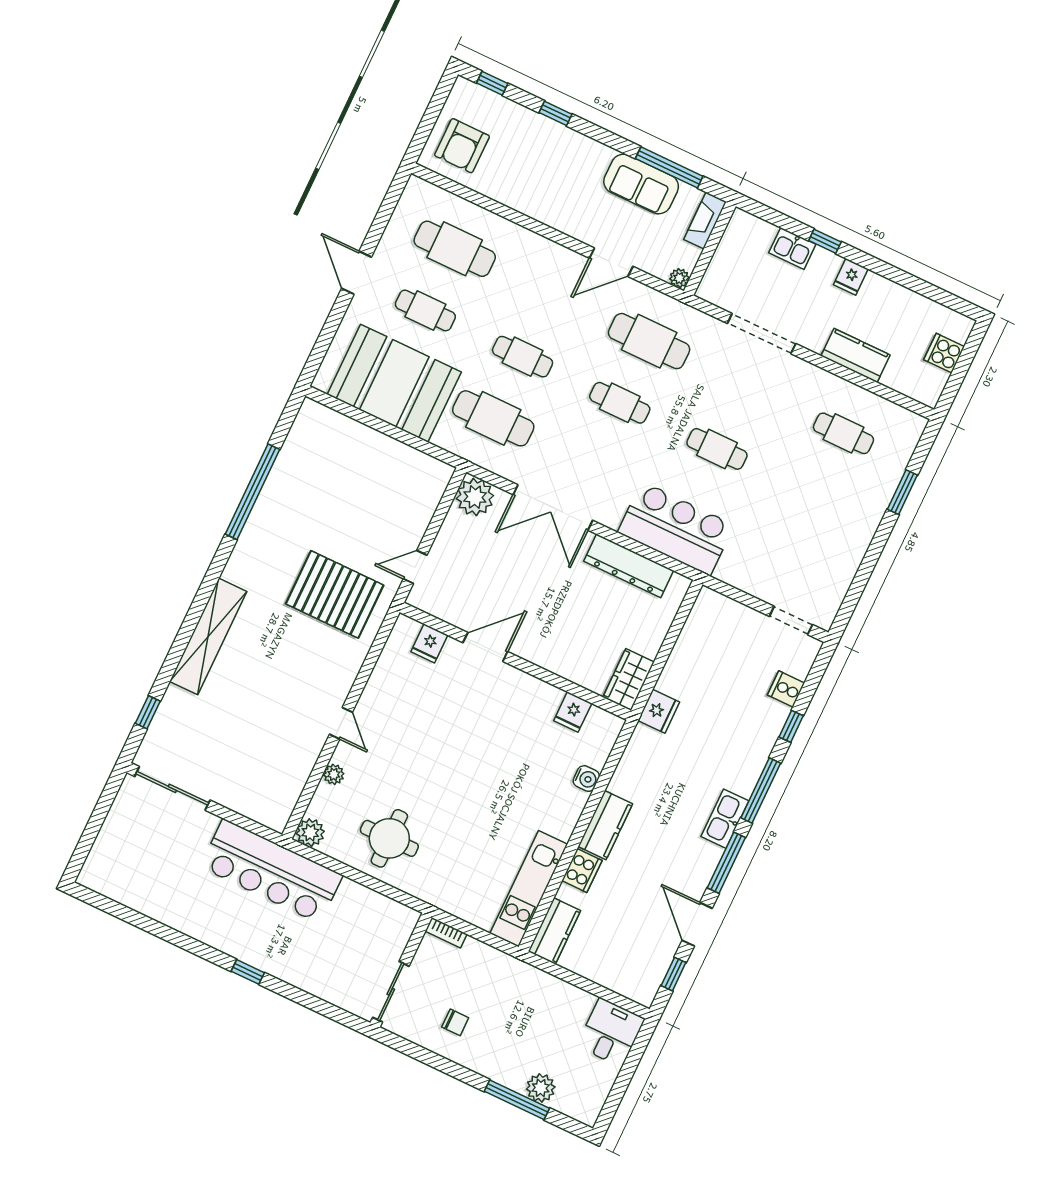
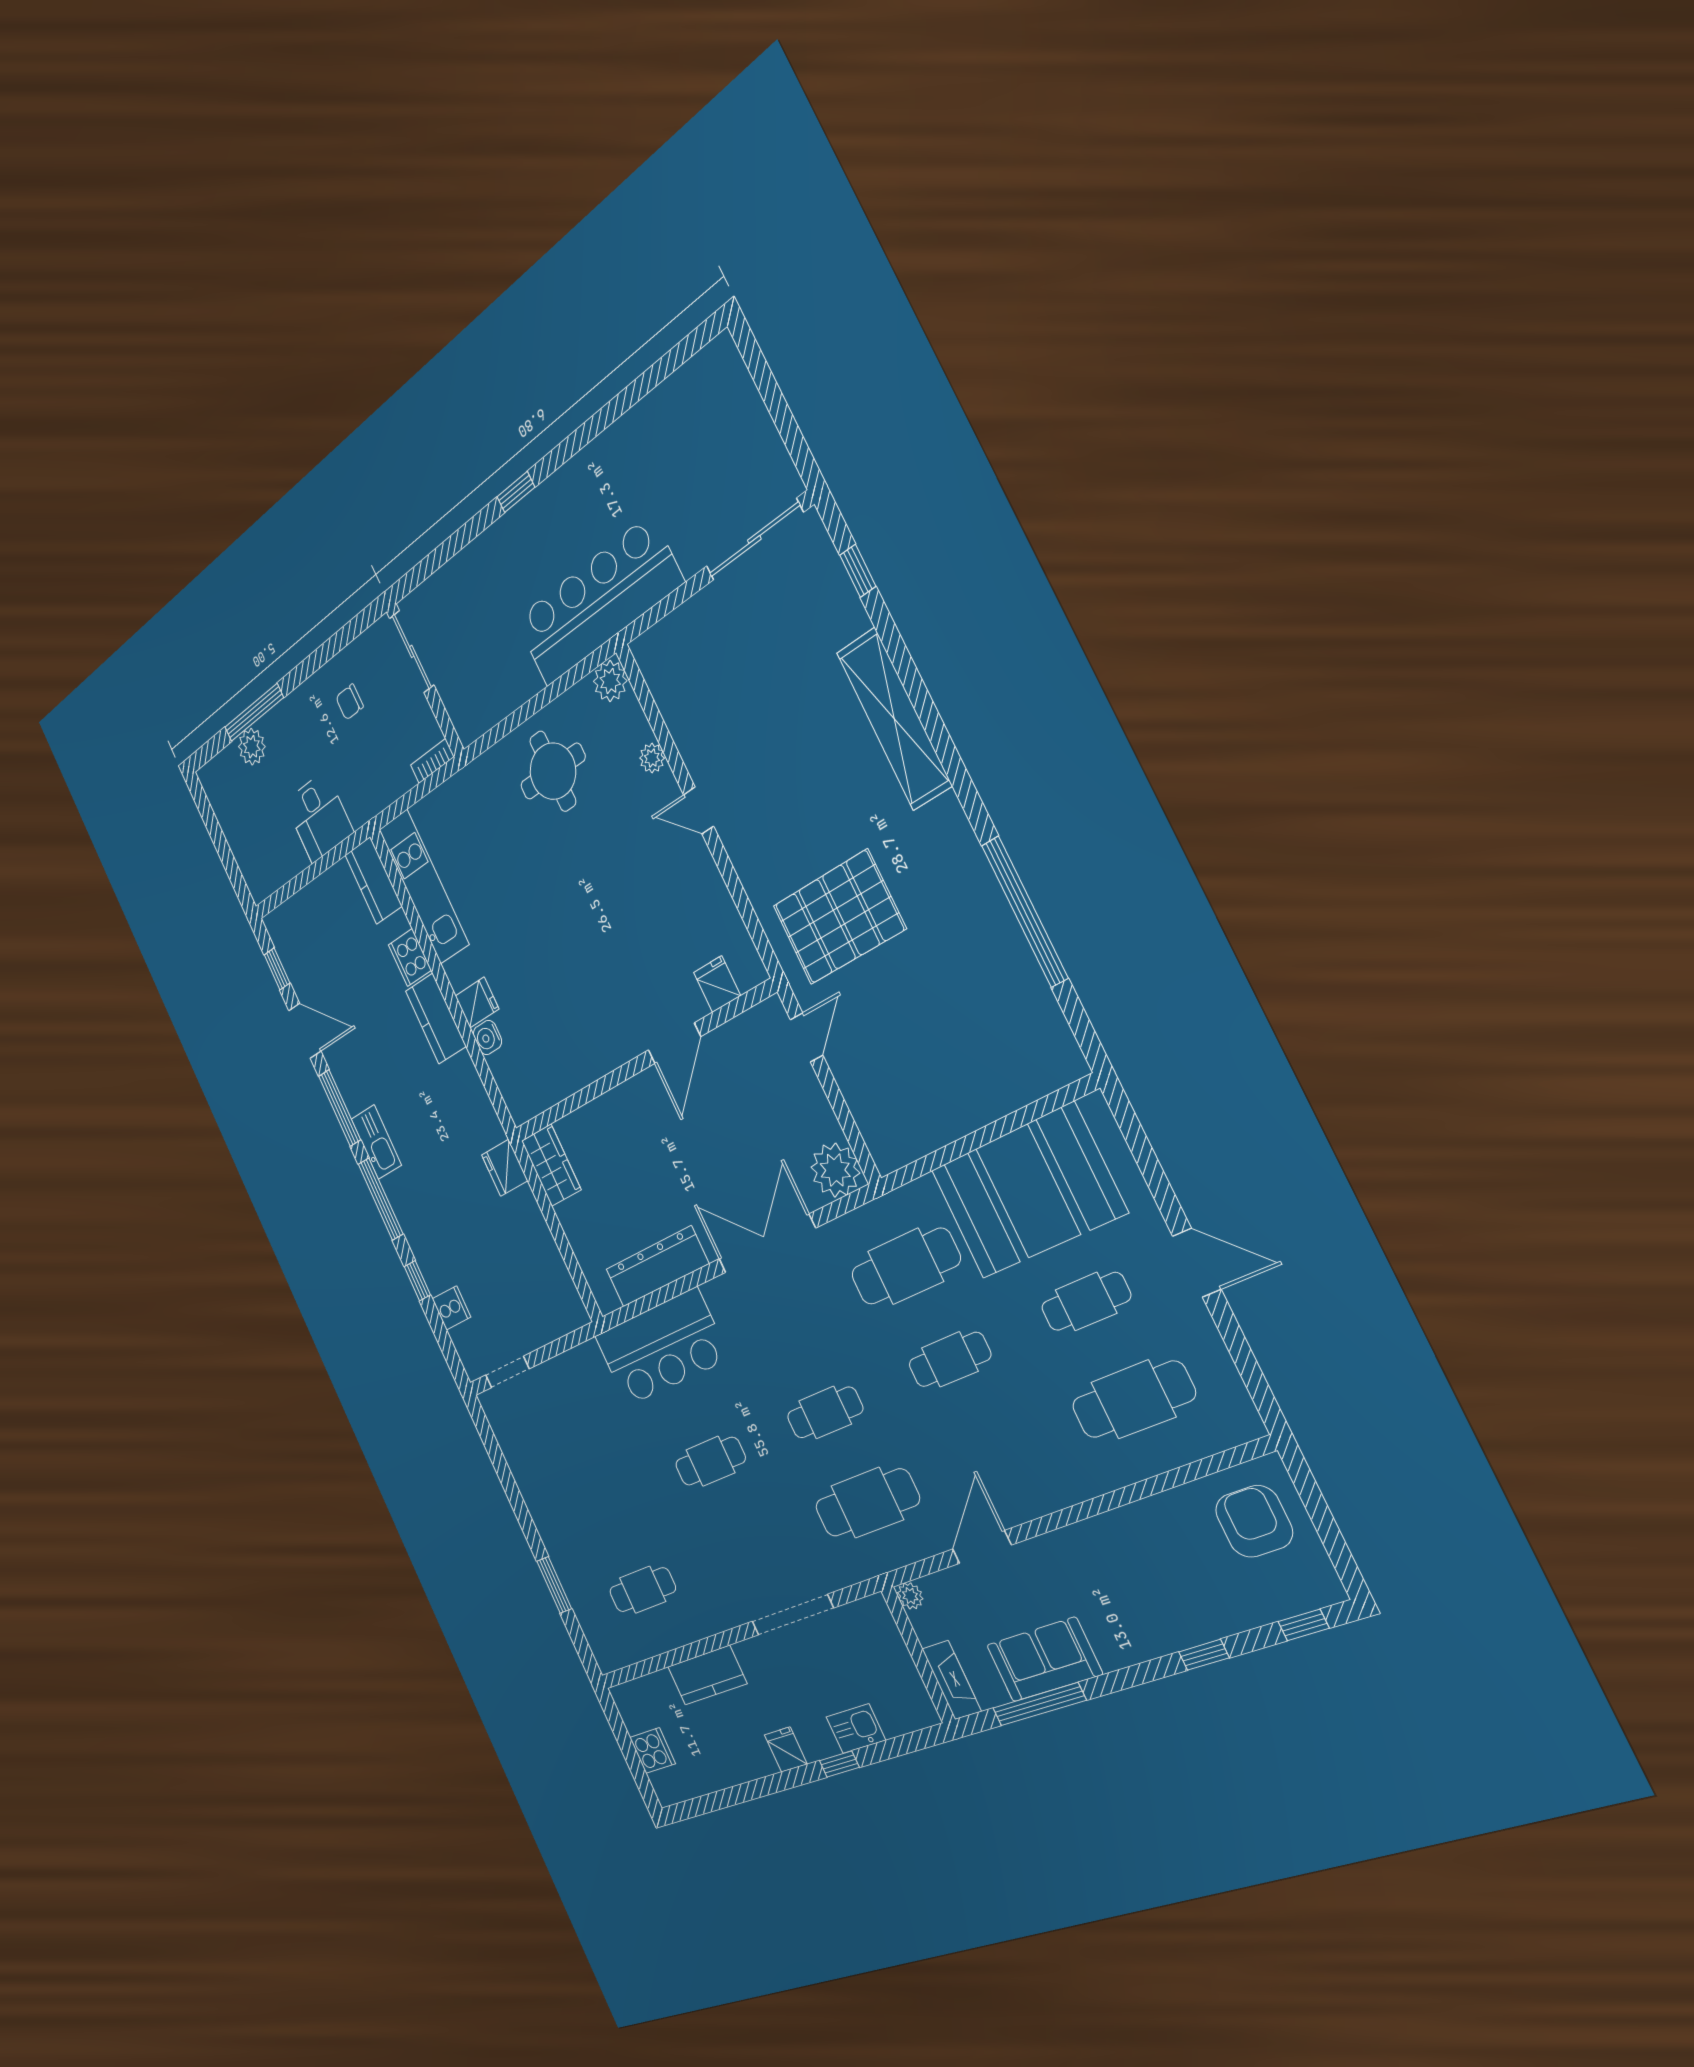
fridge: (573, 712) -> (477, 1003), moved, turned 90
desk: (611, 1032) -> (319, 817), moved

